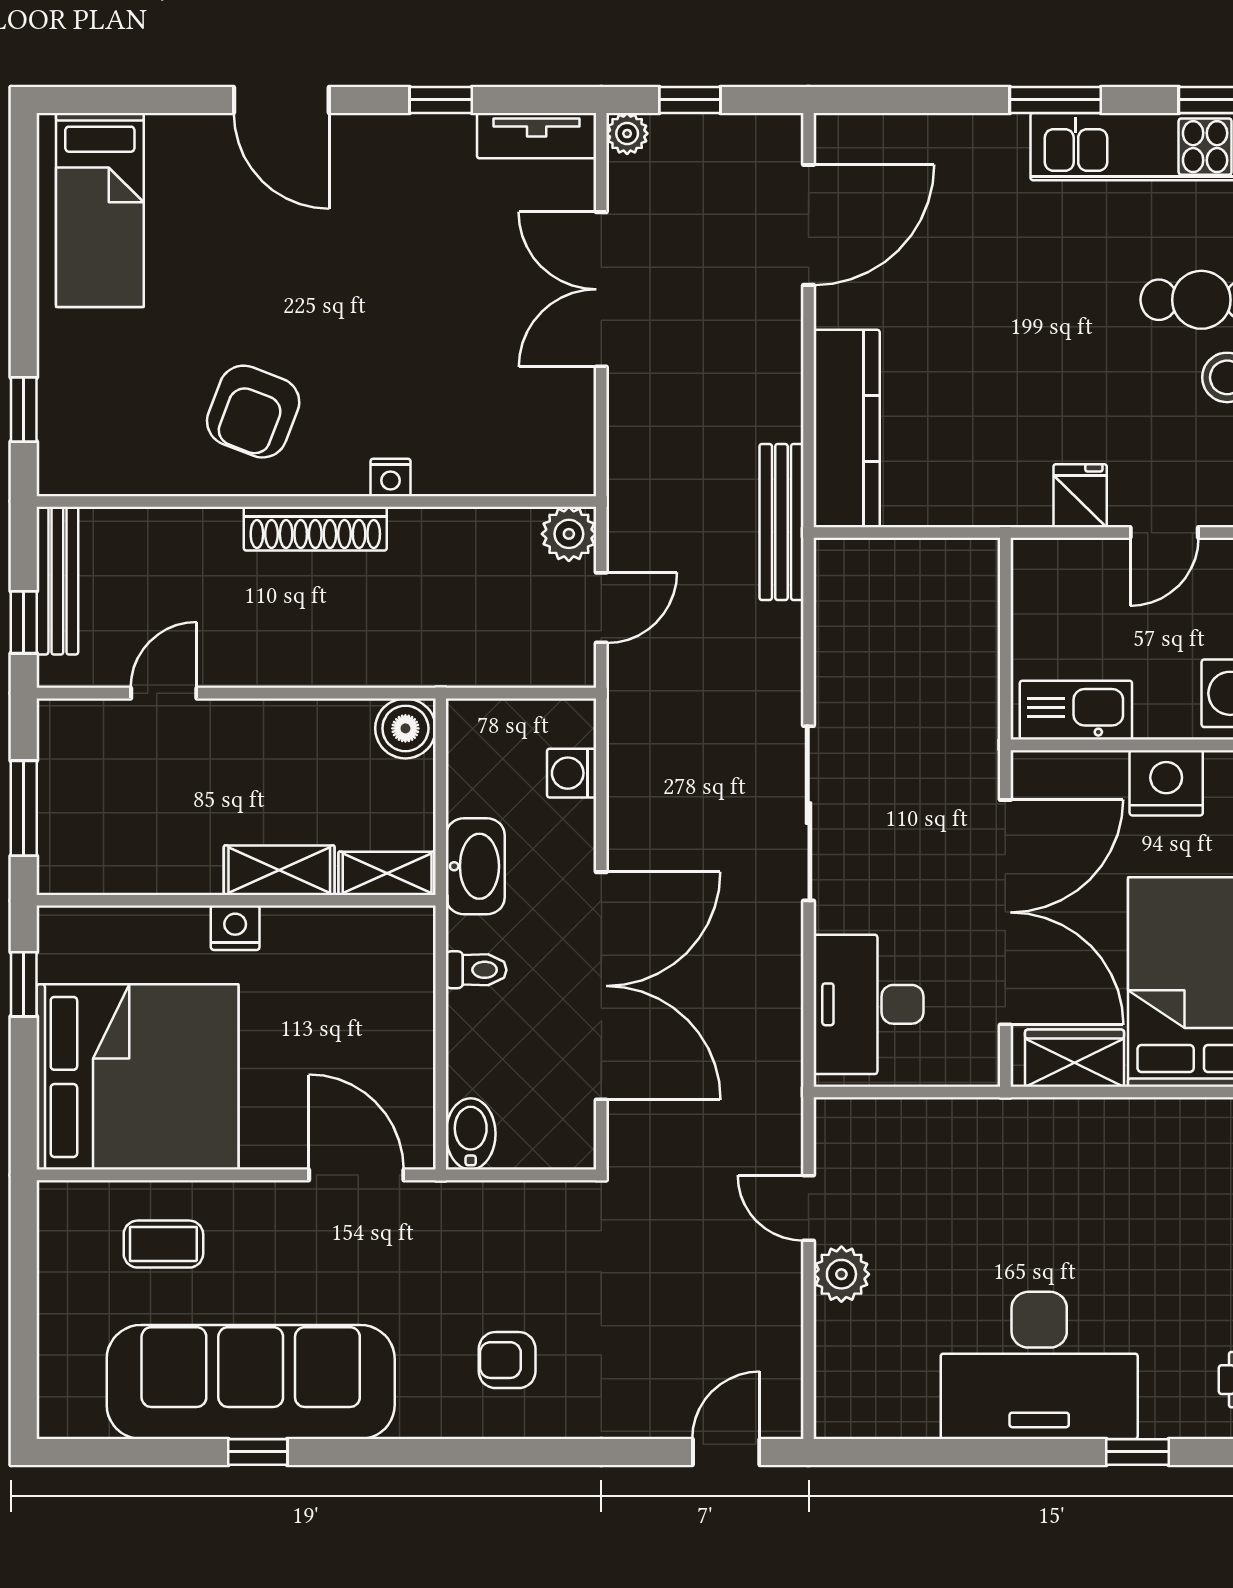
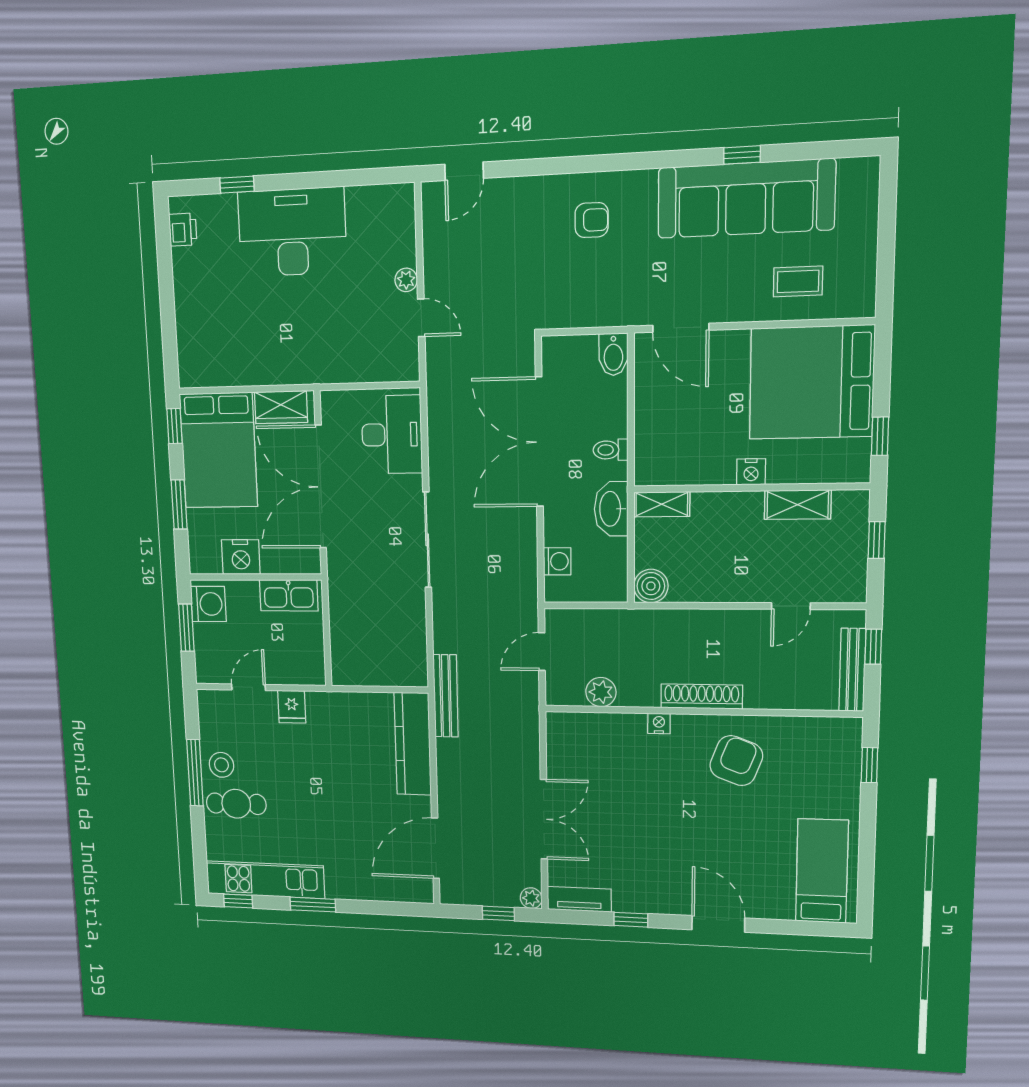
plant: (569, 534) -> (601, 692), moved
window: (24, 808) -> (877, 540), width x0.67
shelving: (279, 870) -> (798, 505), moved
plant: (841, 1274) -> (406, 280), width x0.73, depth x0.73

